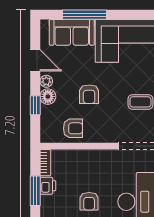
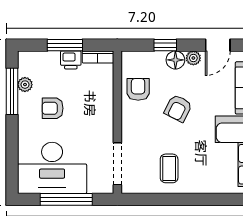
armchair: (89, 94) -> (178, 108), turned -63
armchair: (73, 128) -> (138, 89), turned 180

